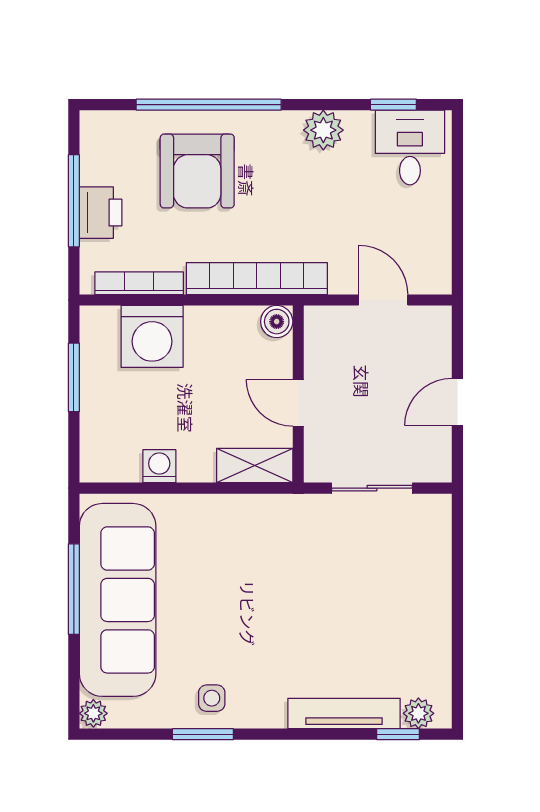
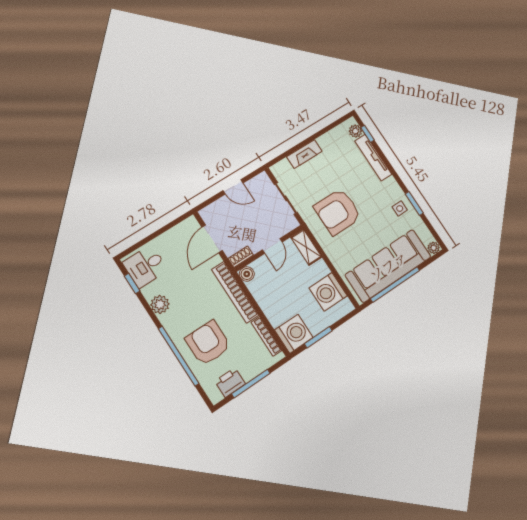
armchair: (197, 171) -> (208, 343), turned -90
printer: (101, 213) -> (230, 383), moved
door: (383, 300) -> (212, 239), width x1.38
shoe rack: (316, 331) -> (241, 257), added
washing machine: (152, 336) -> (294, 334), moved
washing machine: (159, 466) -> (328, 292), width x1.89, depth x1.89
armchair: (283, 571) -> (338, 212), added
fireplace: (436, 581) -> (304, 154), added
window: (74, 589) -> (395, 285), width x1.46

